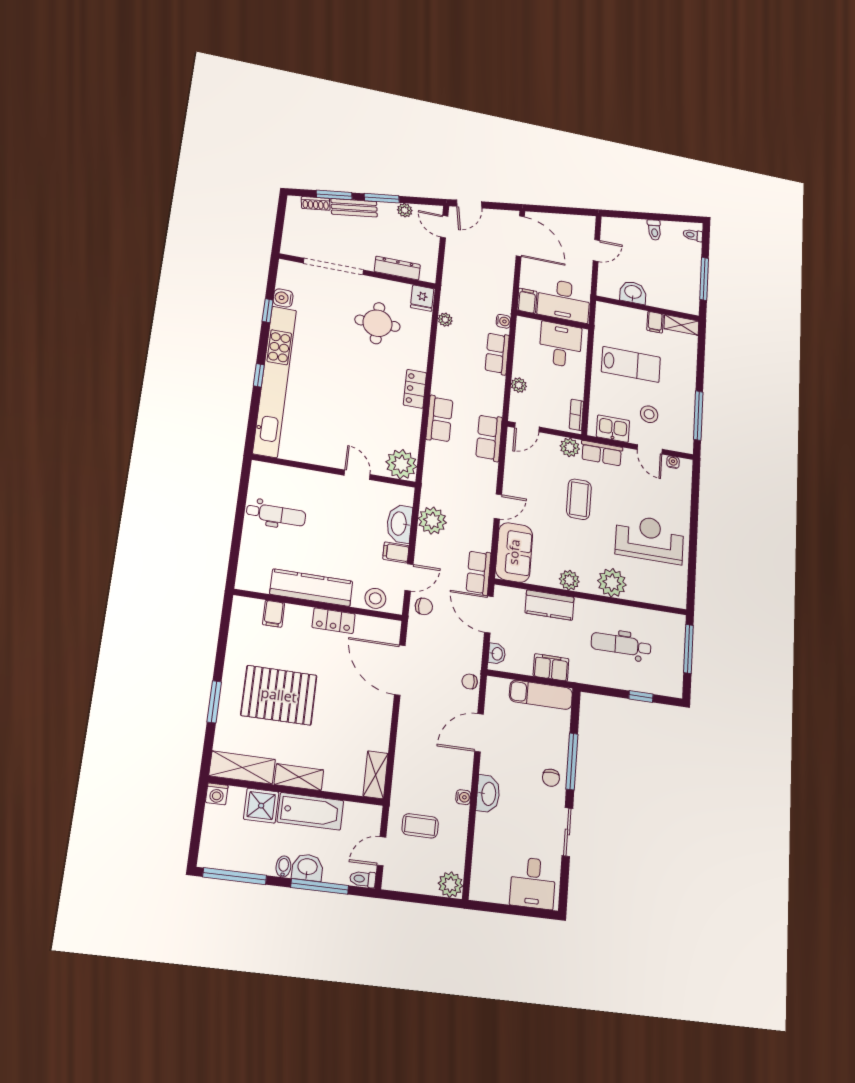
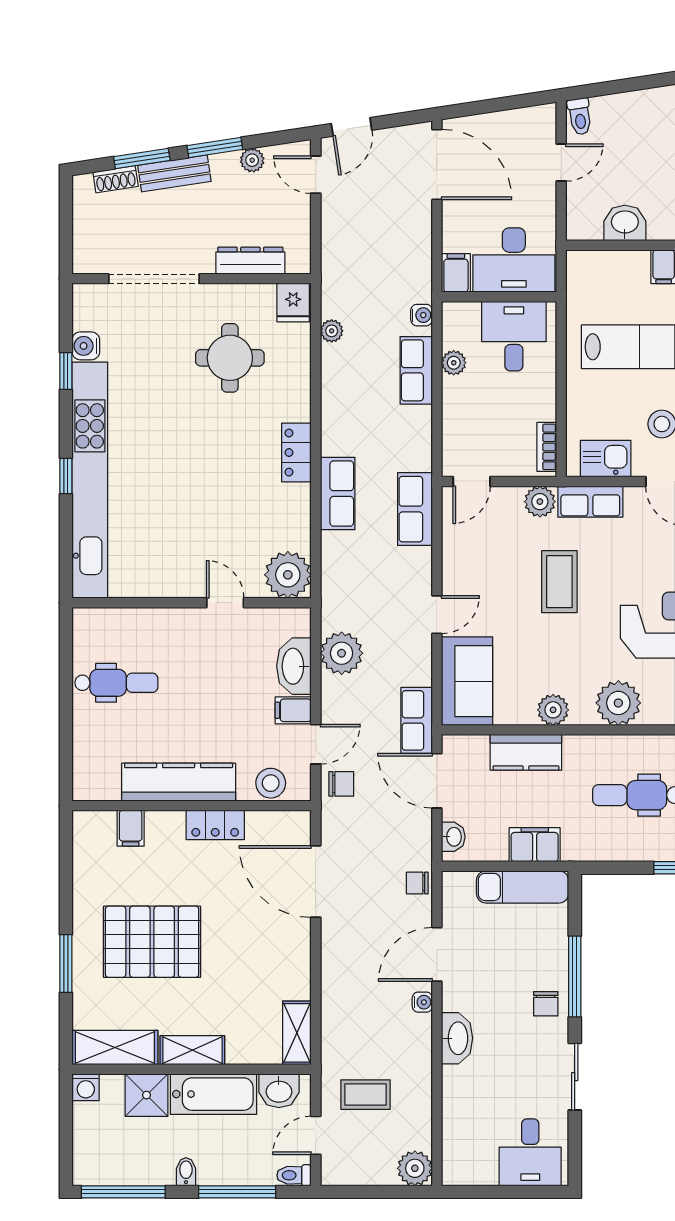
toilet: (654, 230) -> (580, 116), moved
plant: (519, 385) -> (454, 363), moved
water cooler: (463, 797) -> (422, 1002), moved
washbasin: (307, 867) -> (279, 1091), moved, turned 180

